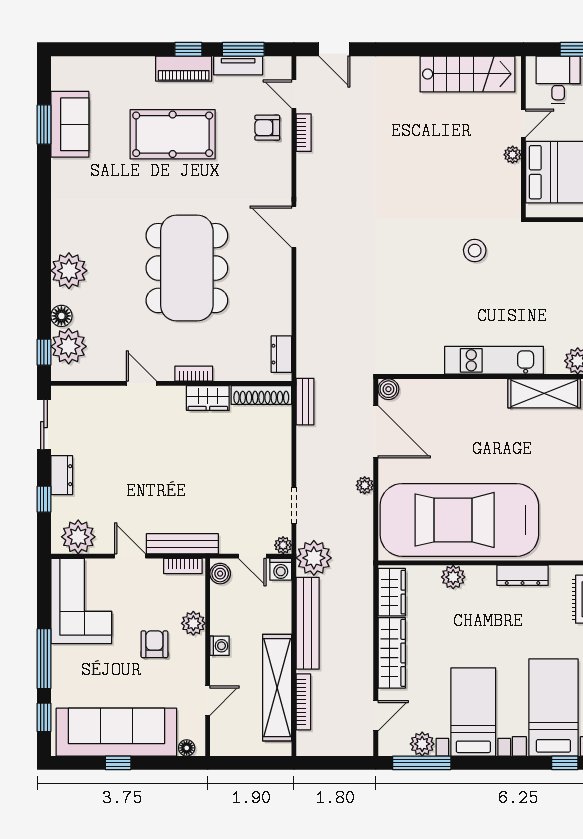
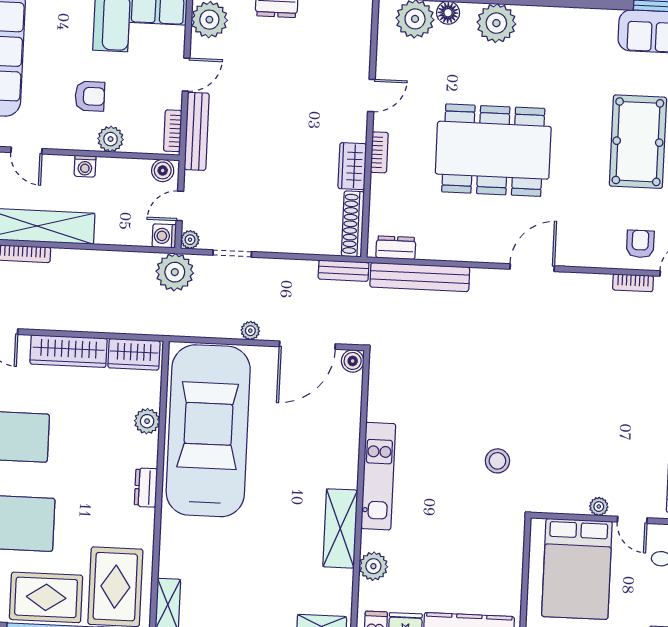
dresser: (523, 575) -> (146, 487), width x0.70
bench: (308, 623) -> (420, 277), moved

